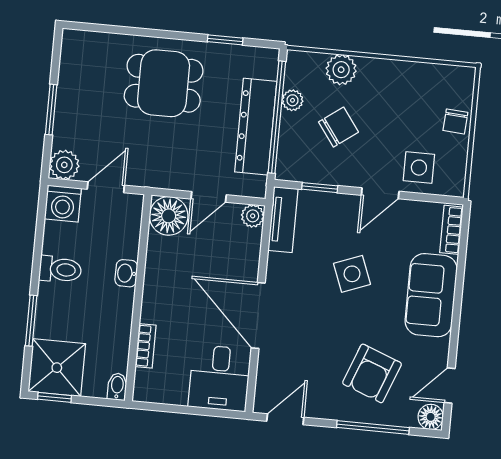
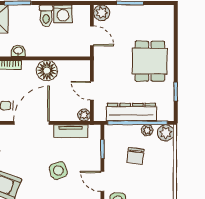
plant: (341, 70) -> (166, 133), moved
chair: (338, 127) -> (135, 156), turned 43
washing machine: (63, 204) -> (63, 14), moved, turned -90
floor lamp: (169, 216) -> (47, 70), moved
tv unit: (283, 220) -> (71, 131), moved
washbasin: (126, 273) -> (18, 51), moved

